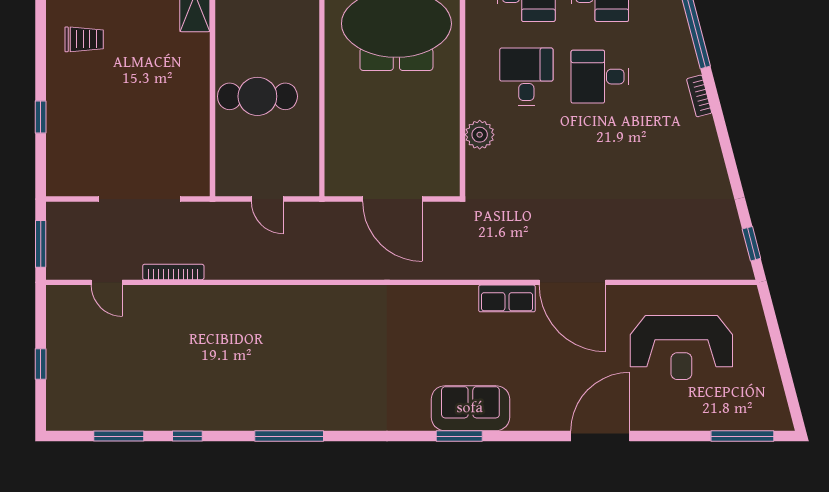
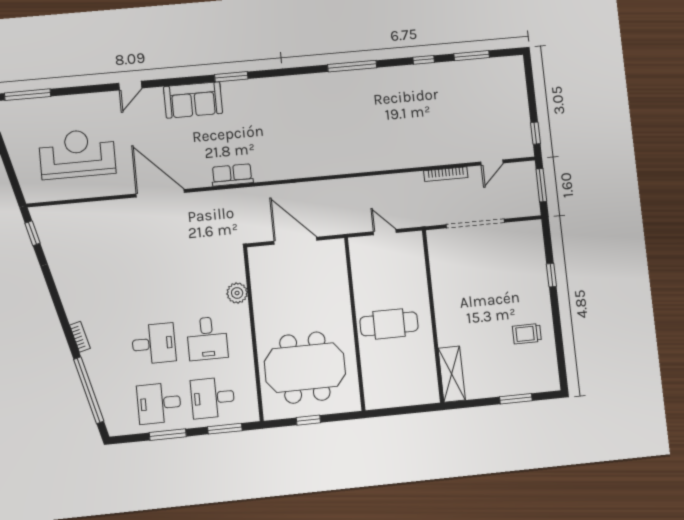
cafe table: (257, 96) -> (389, 324), moved
door: (107, 282) -> (492, 162), swing flipped
row of seats: (507, 298) -> (232, 175), moved
window: (41, 364) -> (535, 133), moved
sofa: (470, 408) -> (193, 100), moved
door: (600, 436) -> (130, 86), width x0.53

